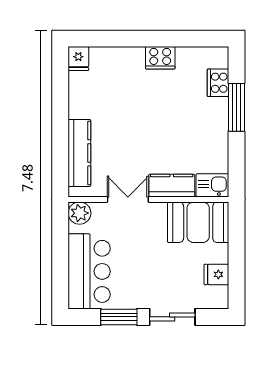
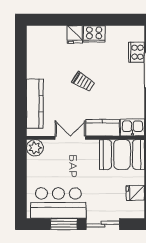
fridge: (78, 59) -> (75, 34), moved
trolley: (145, 123) -> (83, 82), added
bar counter: (89, 271) -> (58, 203), moved, turned -90

